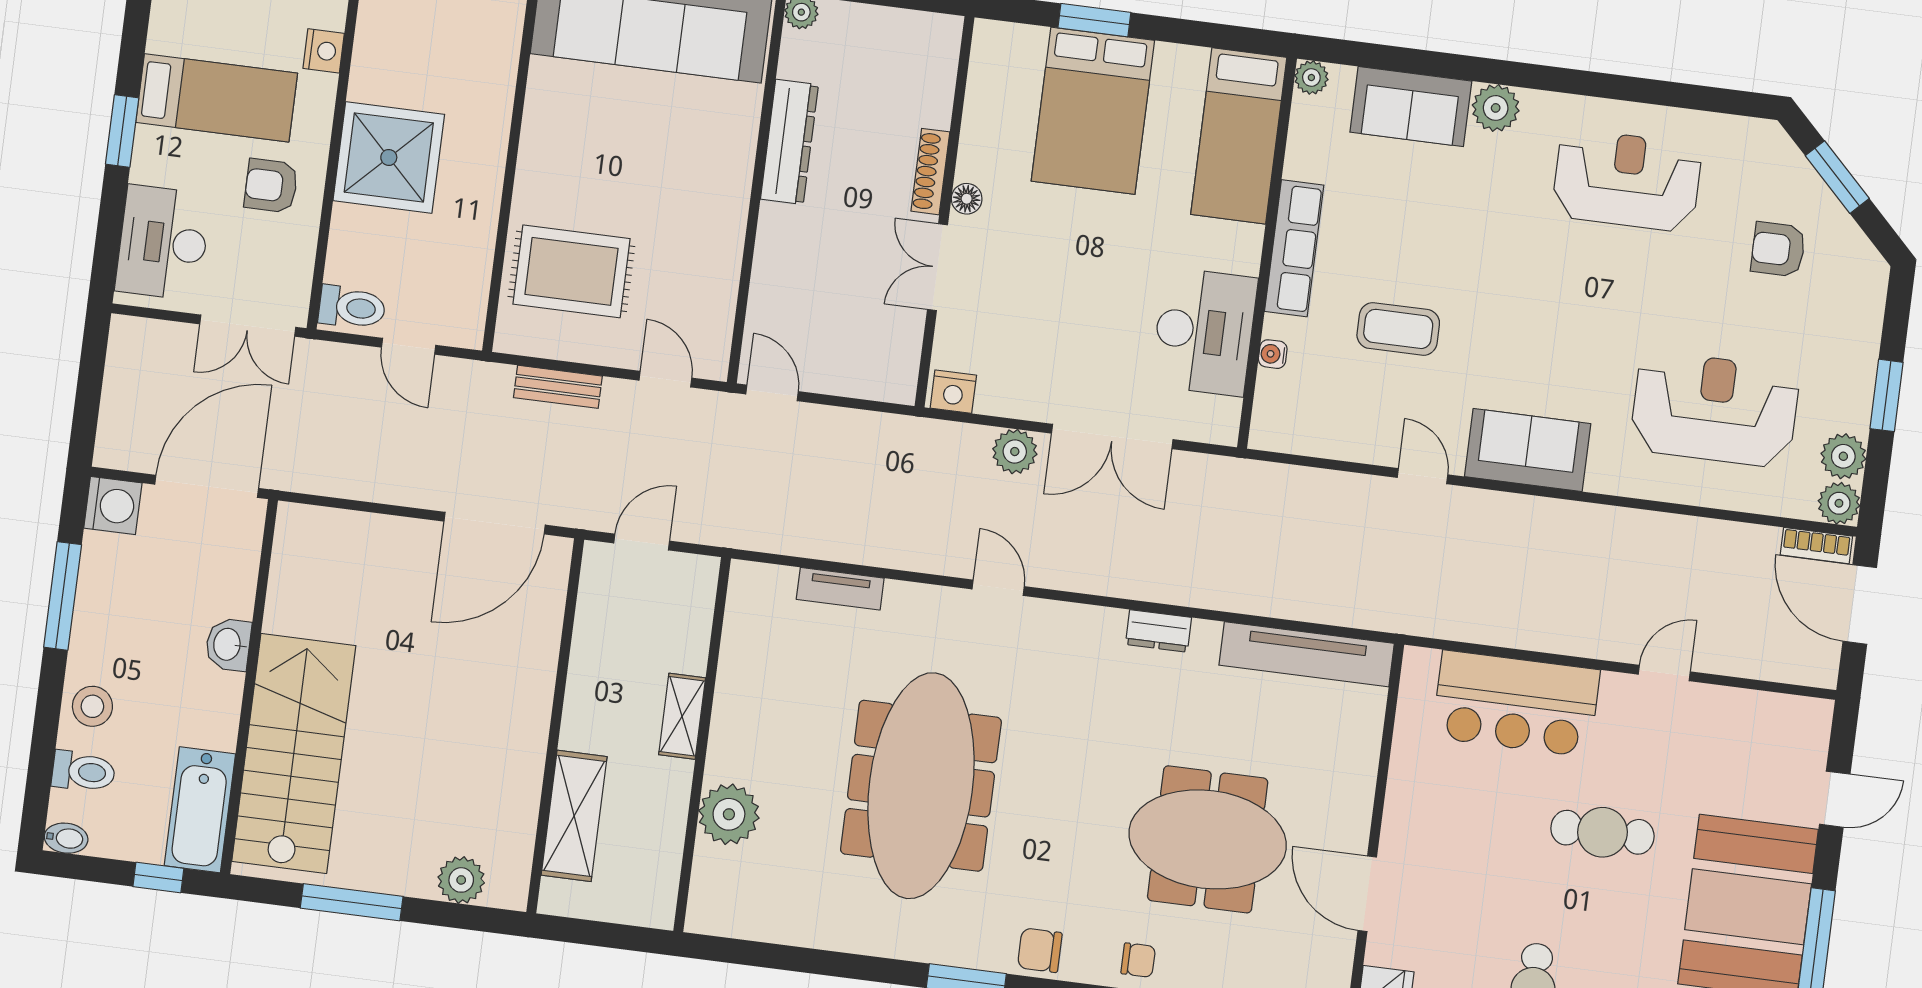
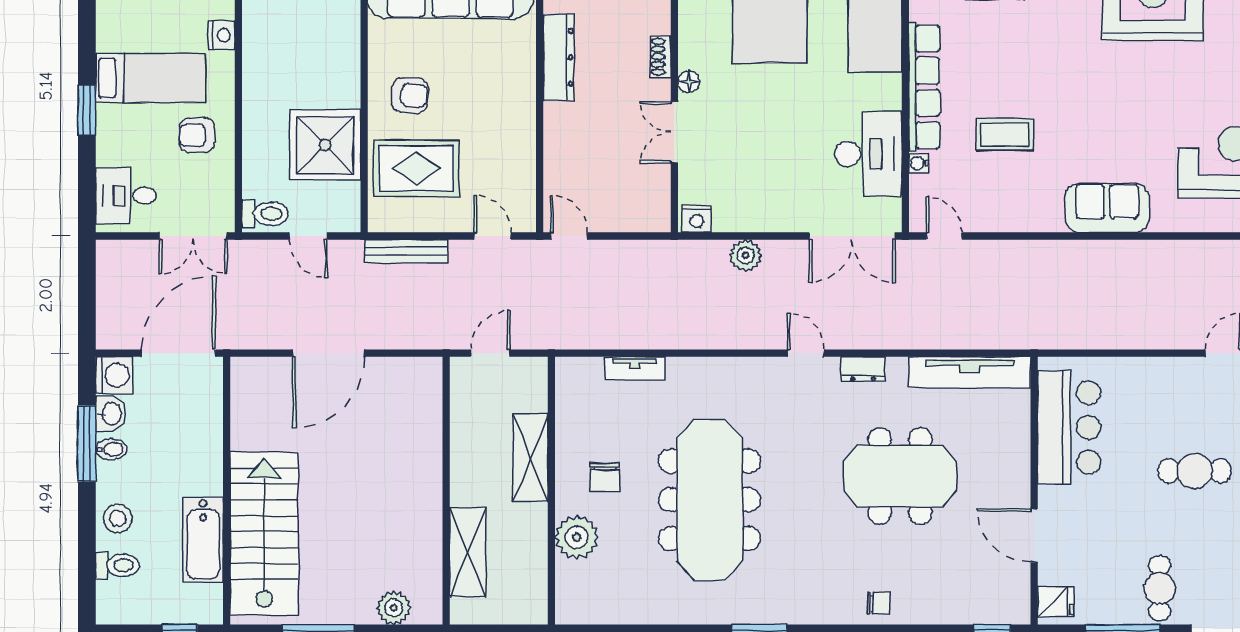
shower: (389, 157) -> (325, 145), moved
armchair: (575, 168) -> (410, 96), added
shoe rack: (930, 172) -> (661, 57), width x0.70
desk: (163, 243) -> (126, 196), width x0.73
row of seats: (1294, 248) -> (924, 87), width x1.36
bench: (558, 387) -> (406, 251), width x1.36
double door: (1112, 436) -> (852, 236), moved
door: (1422, 476) -> (944, 236), moved
door: (495, 523) -> (329, 353), moved
door: (998, 588) -> (806, 353), moved
washbasin: (228, 644) -> (111, 414), moved, turned 180
bar counter: (1516, 704) -> (1069, 427), moved, turned -90
shelving: (682, 716) -> (530, 458), width x1.50, depth x1.33
bathtub: (200, 810) -> (203, 540), moved
bidet: (66, 838) -> (111, 449), moved
meeting table: (1208, 839) -> (900, 476), moved
chair: (1040, 950) -> (605, 477), moved, turned -90

